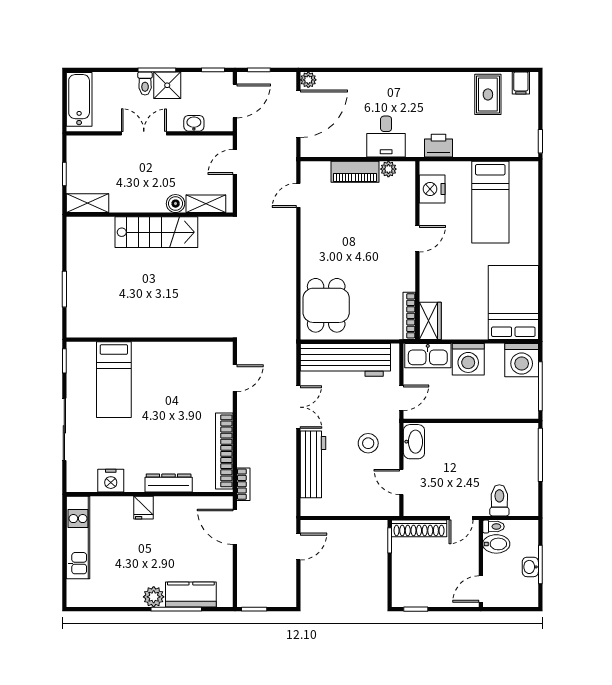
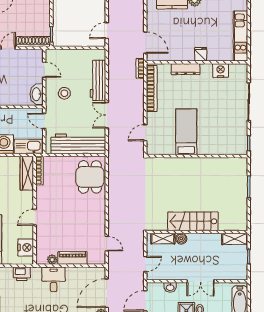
door: (298, 195) -> (107, 244), hinge flipped
wardrobe: (430, 321) -> (27, 173), width x1.50
bed: (114, 380) -> (186, 132), moved
door: (401, 398) -> (44, 121), hinge flipped

